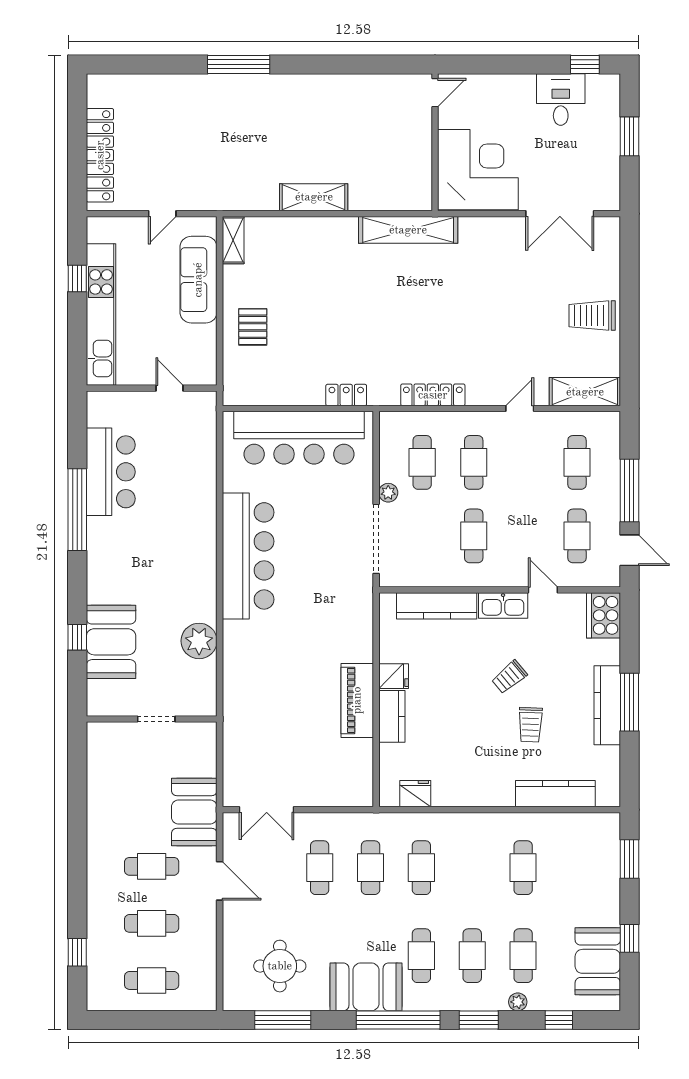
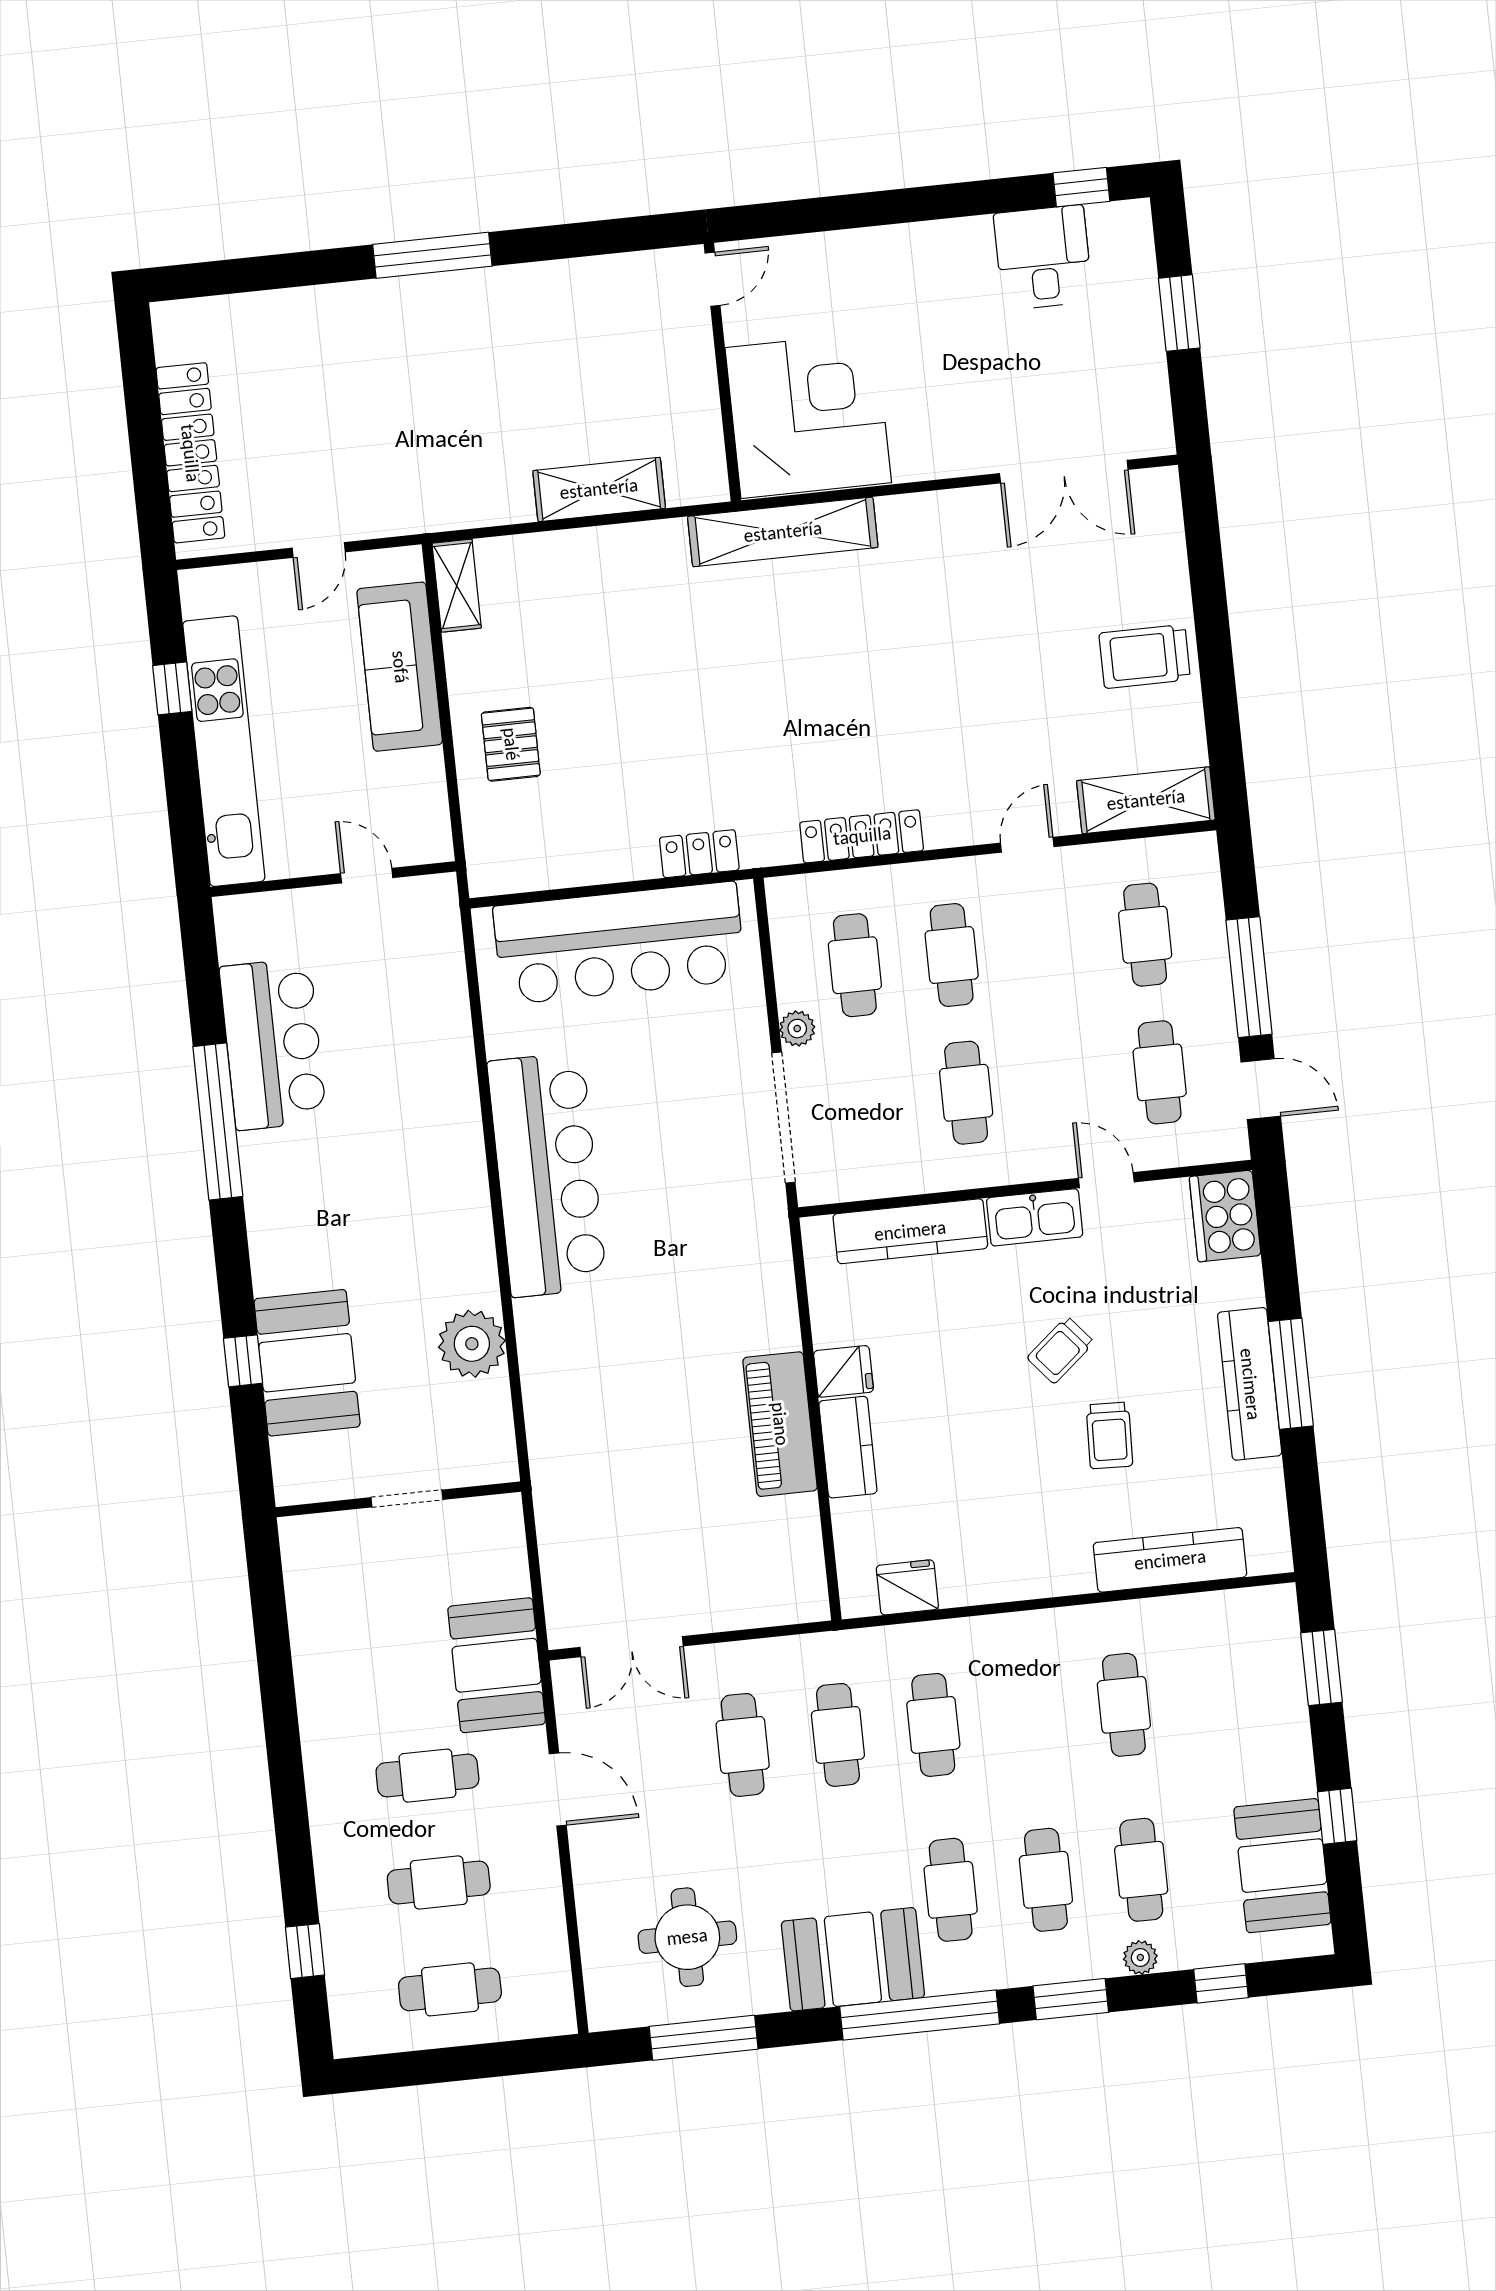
door: (435, 93) -> (713, 279), moved
wall: (435, 142) -> (722, 372), moved
corner desk: (478, 170) -> (808, 415), moved

